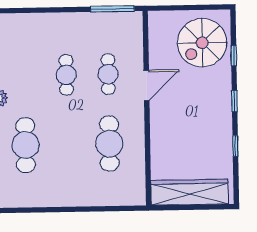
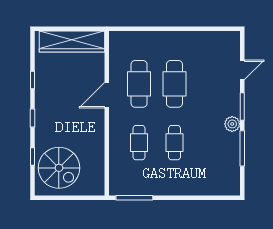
spiral stairs: (202, 43) -> (59, 168), turned 90
door: (146, 85) -> (107, 95), moved
cafe table: (26, 145) -> (174, 84), moved

